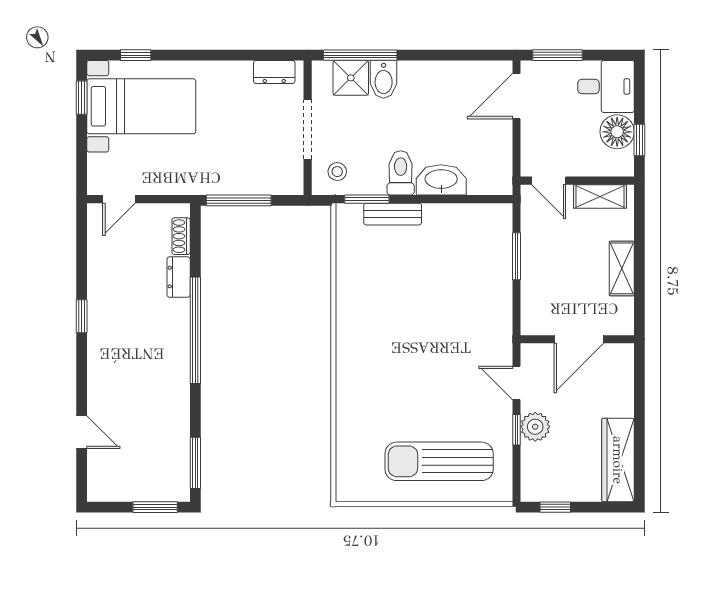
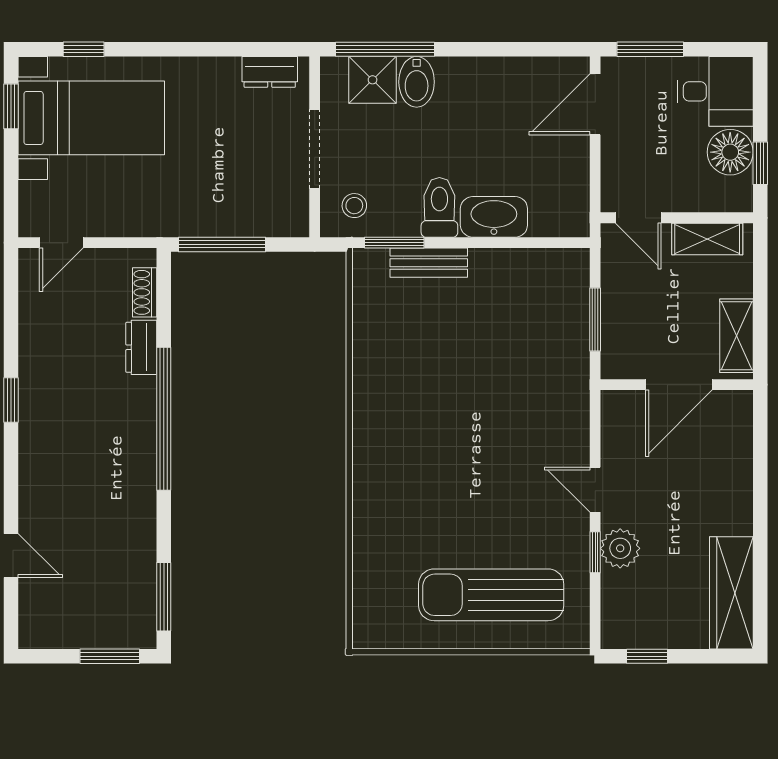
wall: (577, 339) -> (677, 385), moved
door: (579, 339) -> (679, 385), moved

